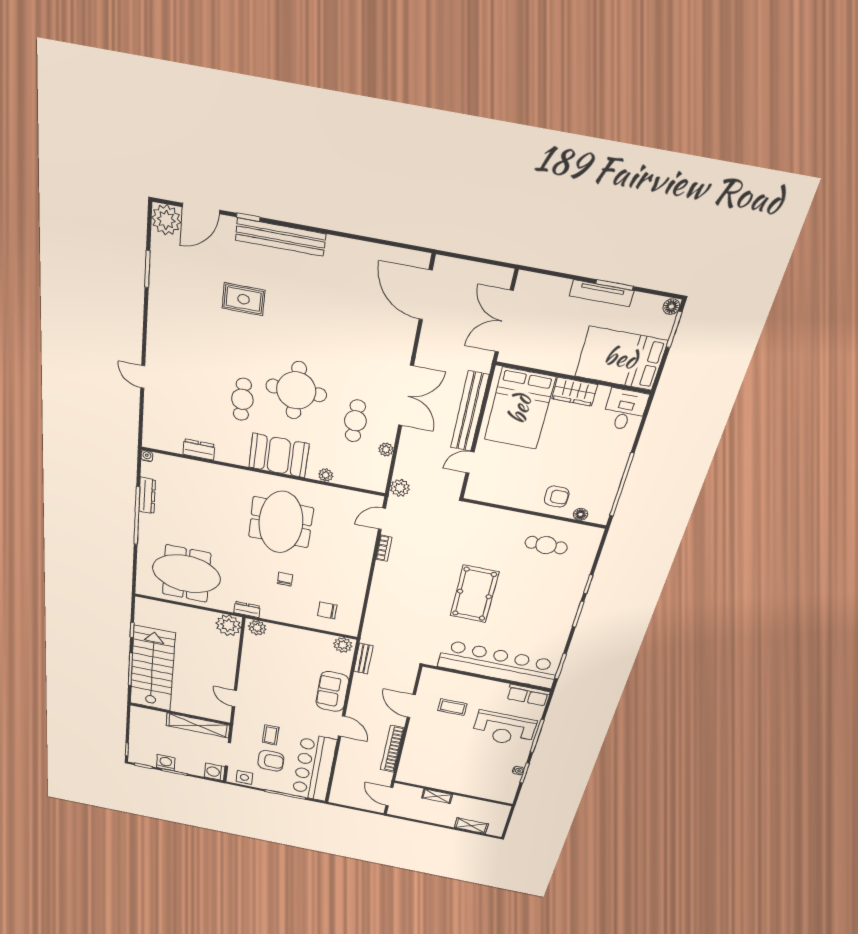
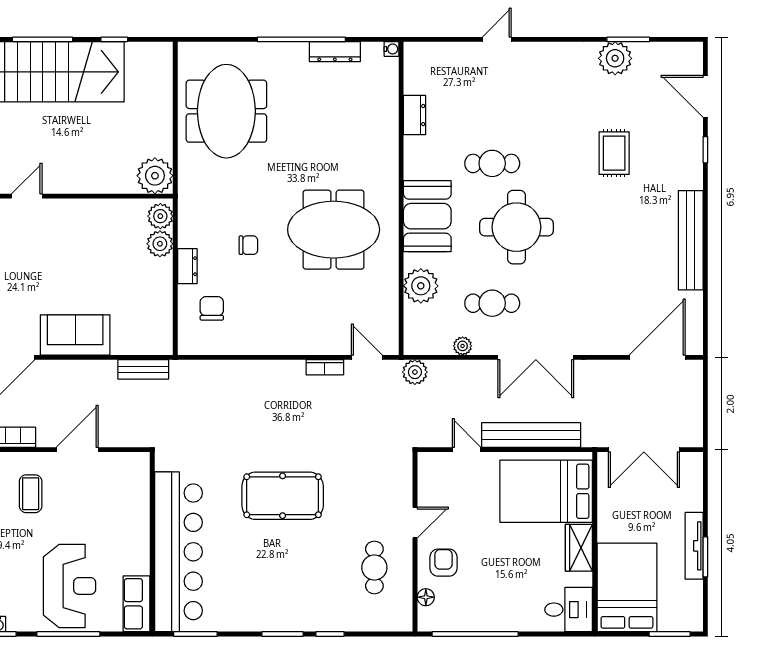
plant: (166, 220) -> (615, 58), moved
bench: (280, 237) -> (691, 240), moved
floor lamp: (671, 307) -> (694, 623), removed
double door: (504, 322) -> (644, 450), swing flipped
plant: (326, 475) -> (421, 286), width x1.87, depth x1.87
armchair: (557, 497) -> (443, 563), turned 180
door: (519, 511) -> (415, 522), added
dresser: (247, 609) -> (187, 266), moved
plant: (343, 645) -> (160, 244), moved
coffee table: (452, 707) -> (31, 494), moved
reception desk: (504, 729) -> (70, 586), turned 180

